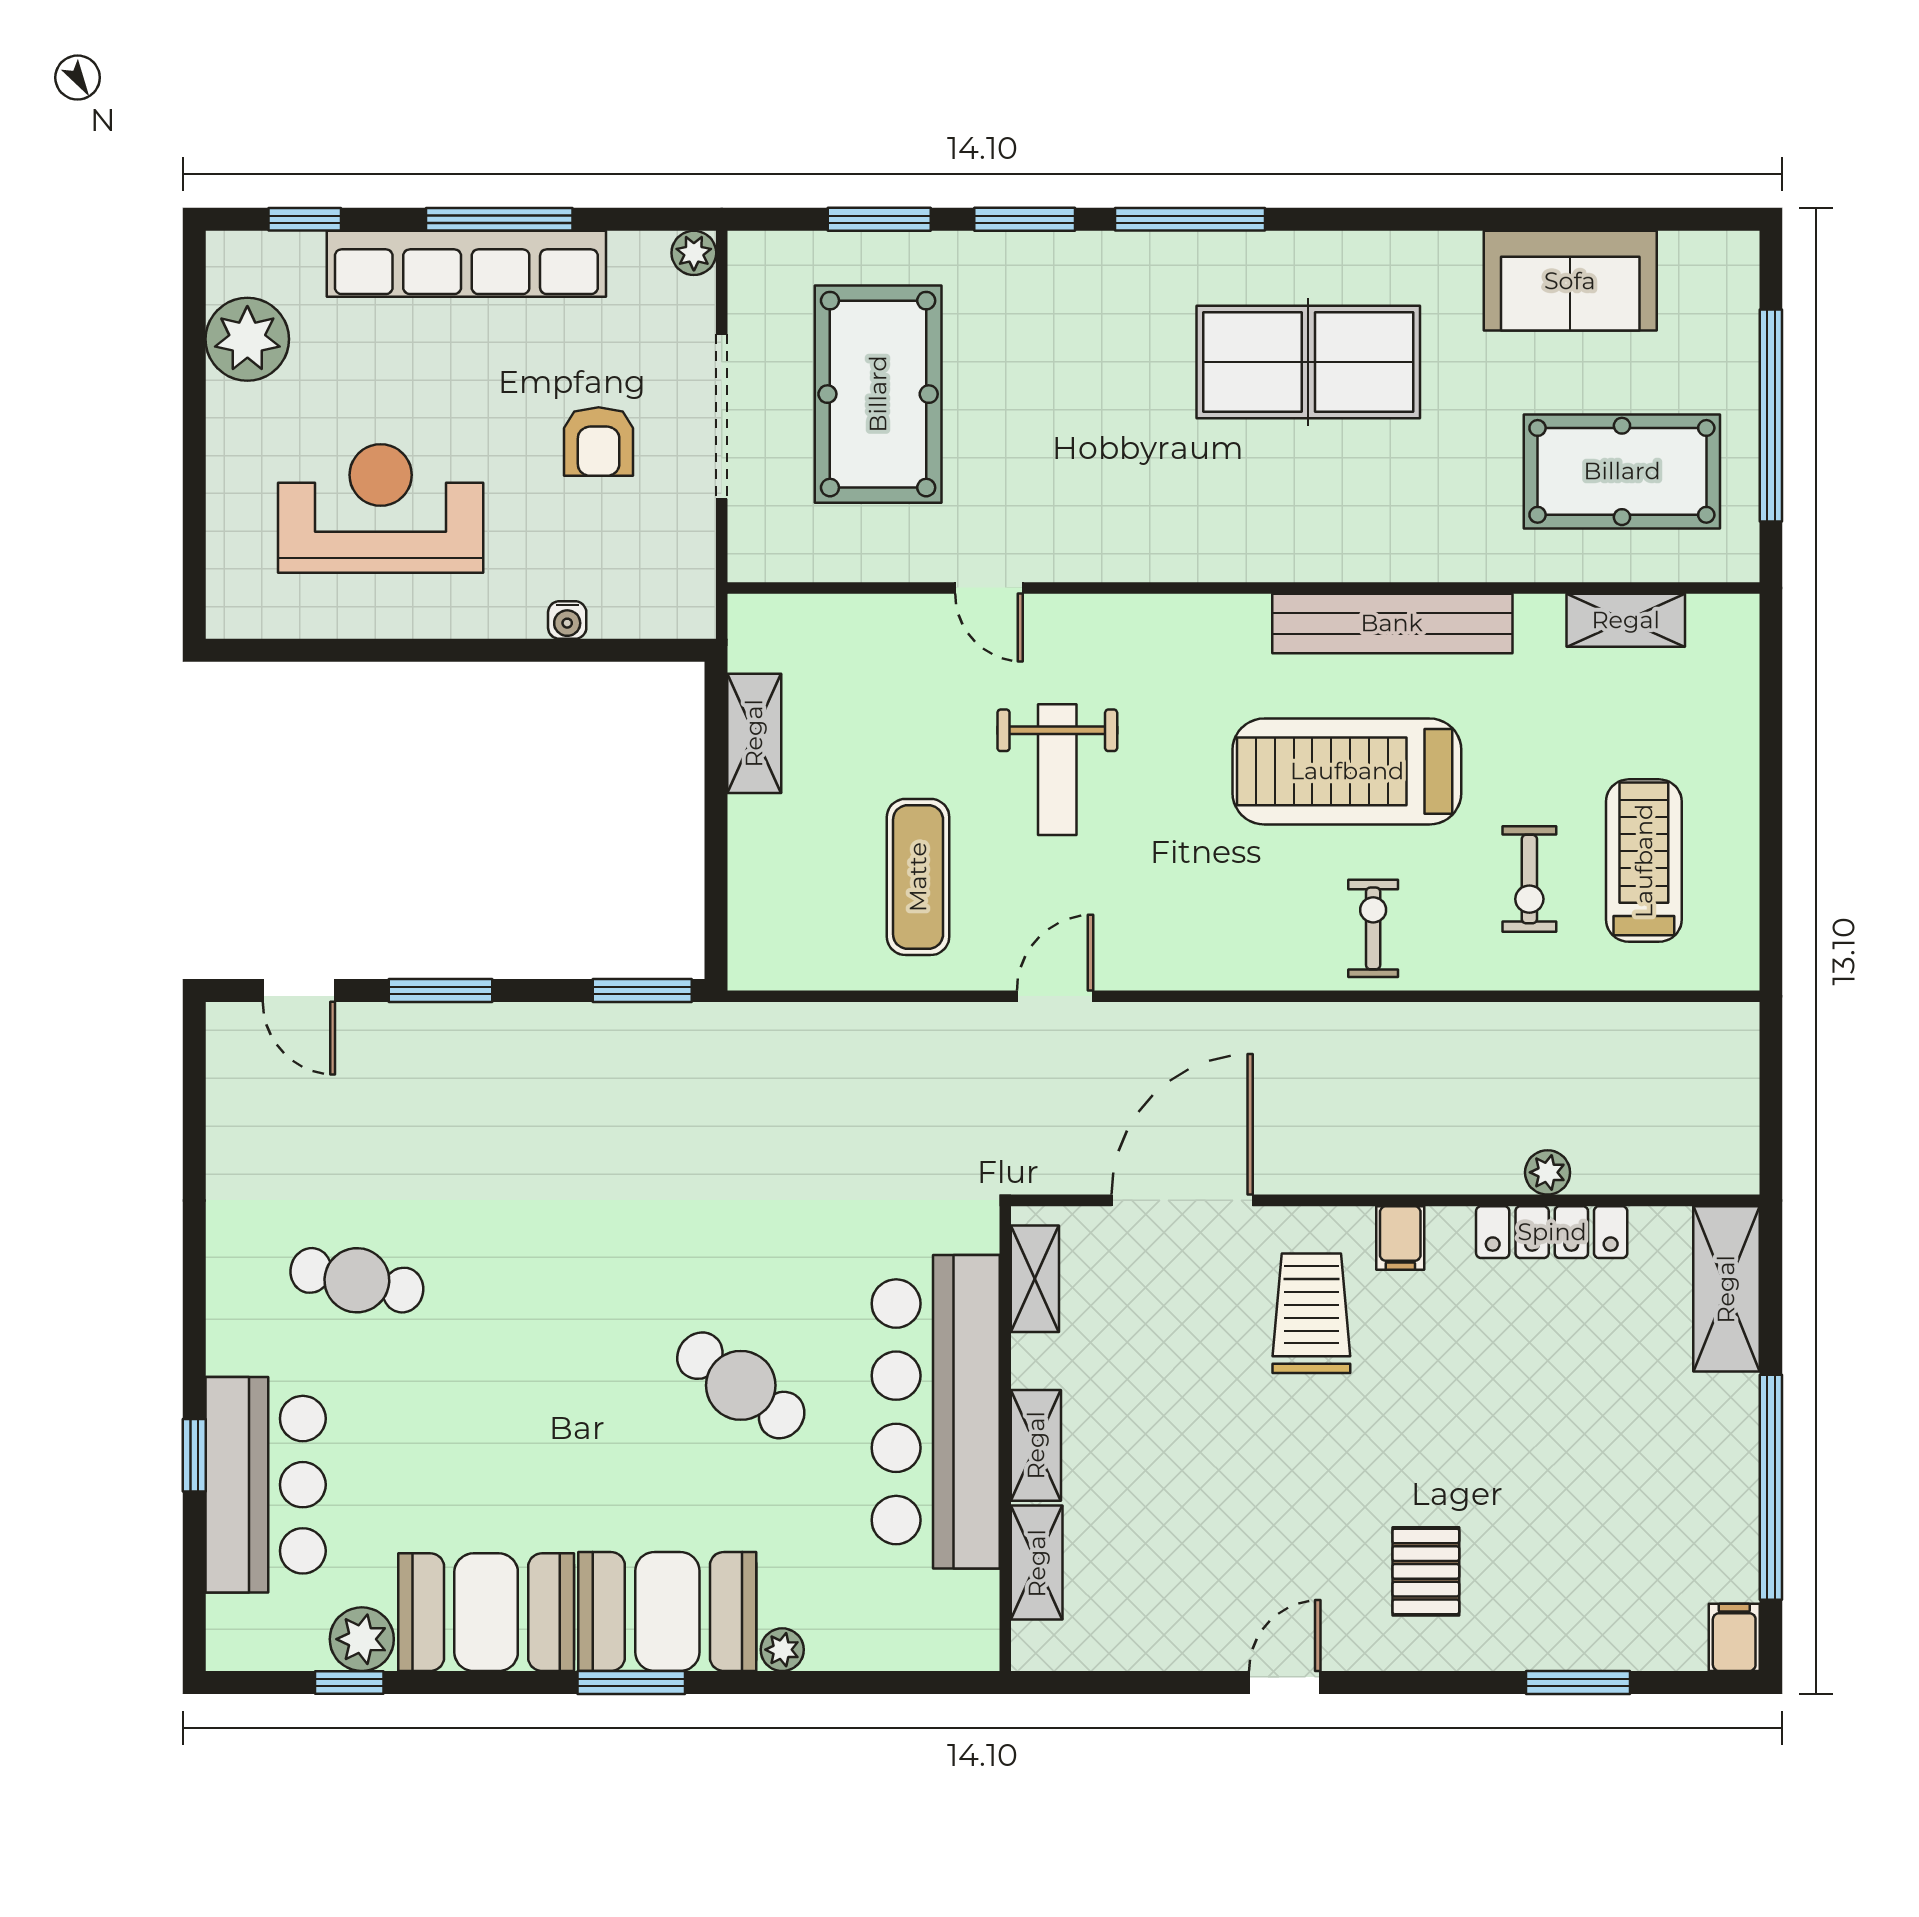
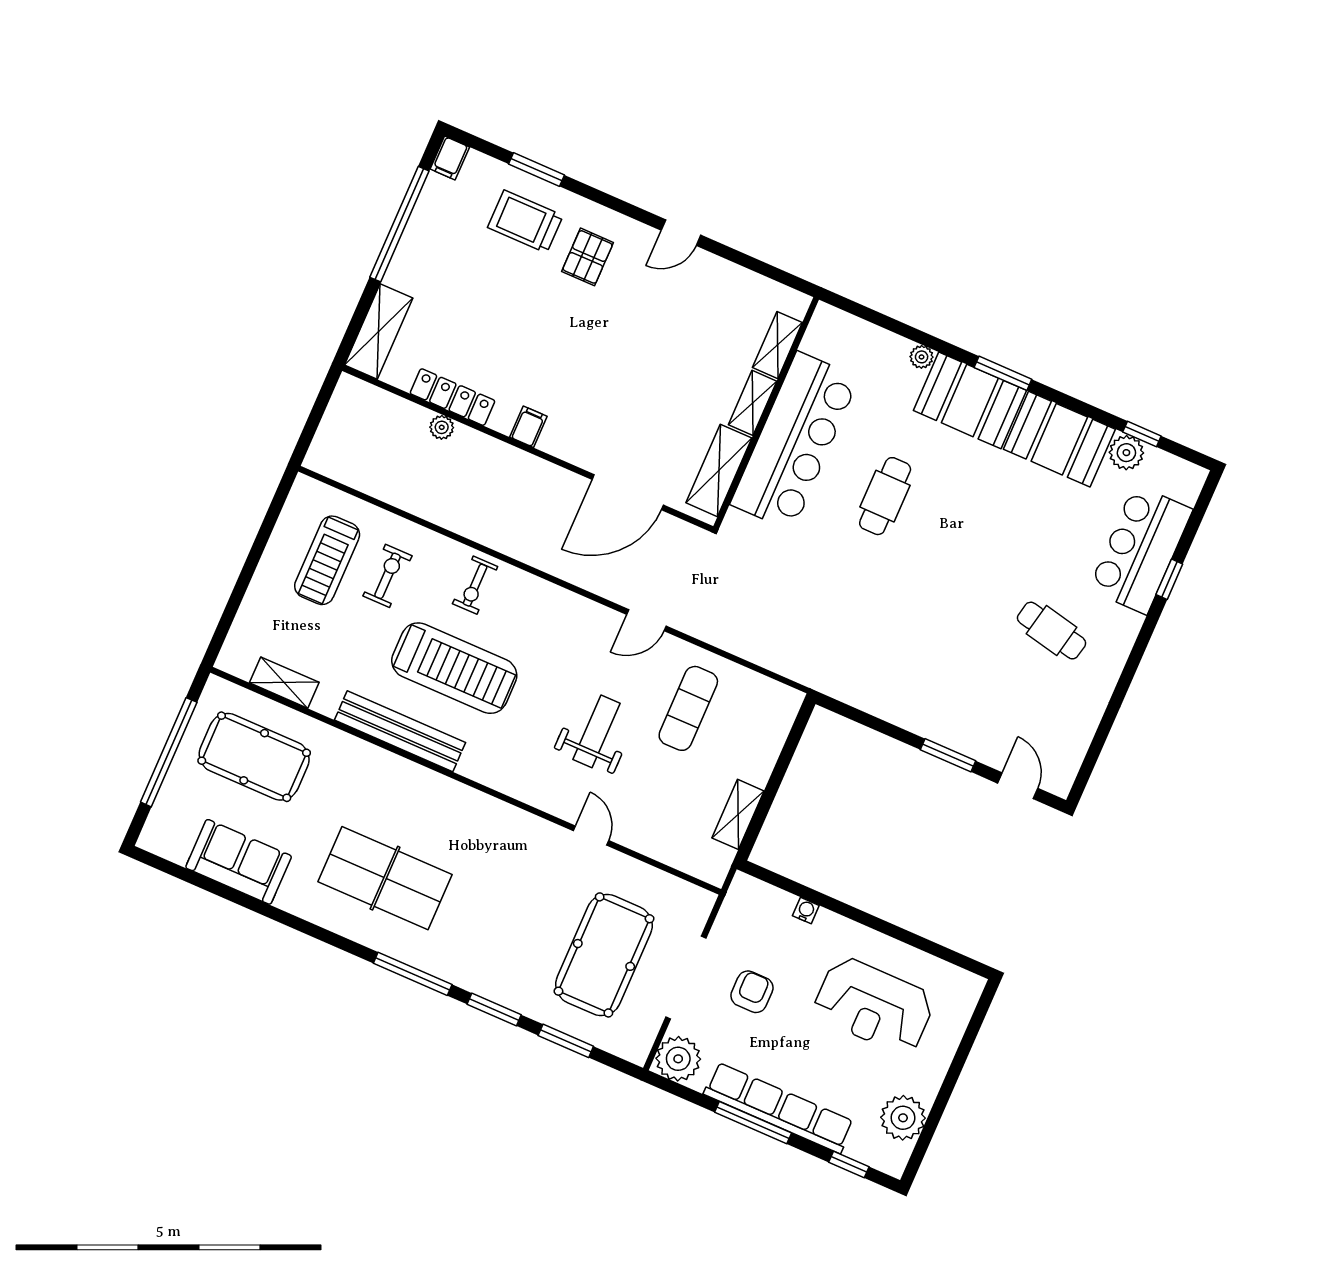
plant: (694, 253) -> (678, 1059), width x1.88, depth x1.88
window: (642, 991) -> (849, 712), removed
shelving: (1035, 1279) -> (719, 470), width x1.50, depth x1.33
trolley: (1311, 1313) -> (525, 222), moved, turned 90
cafe table: (741, 1385) -> (885, 496), turned 54

